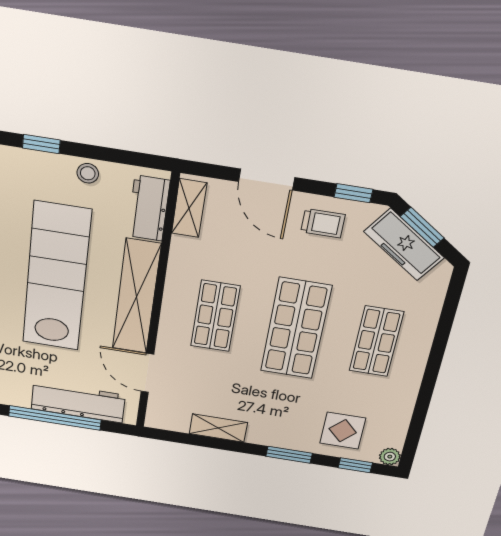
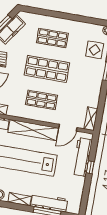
window: (55, 418) -> (90, 167), width x0.32
shelving: (218, 428) -> (91, 119), moved

